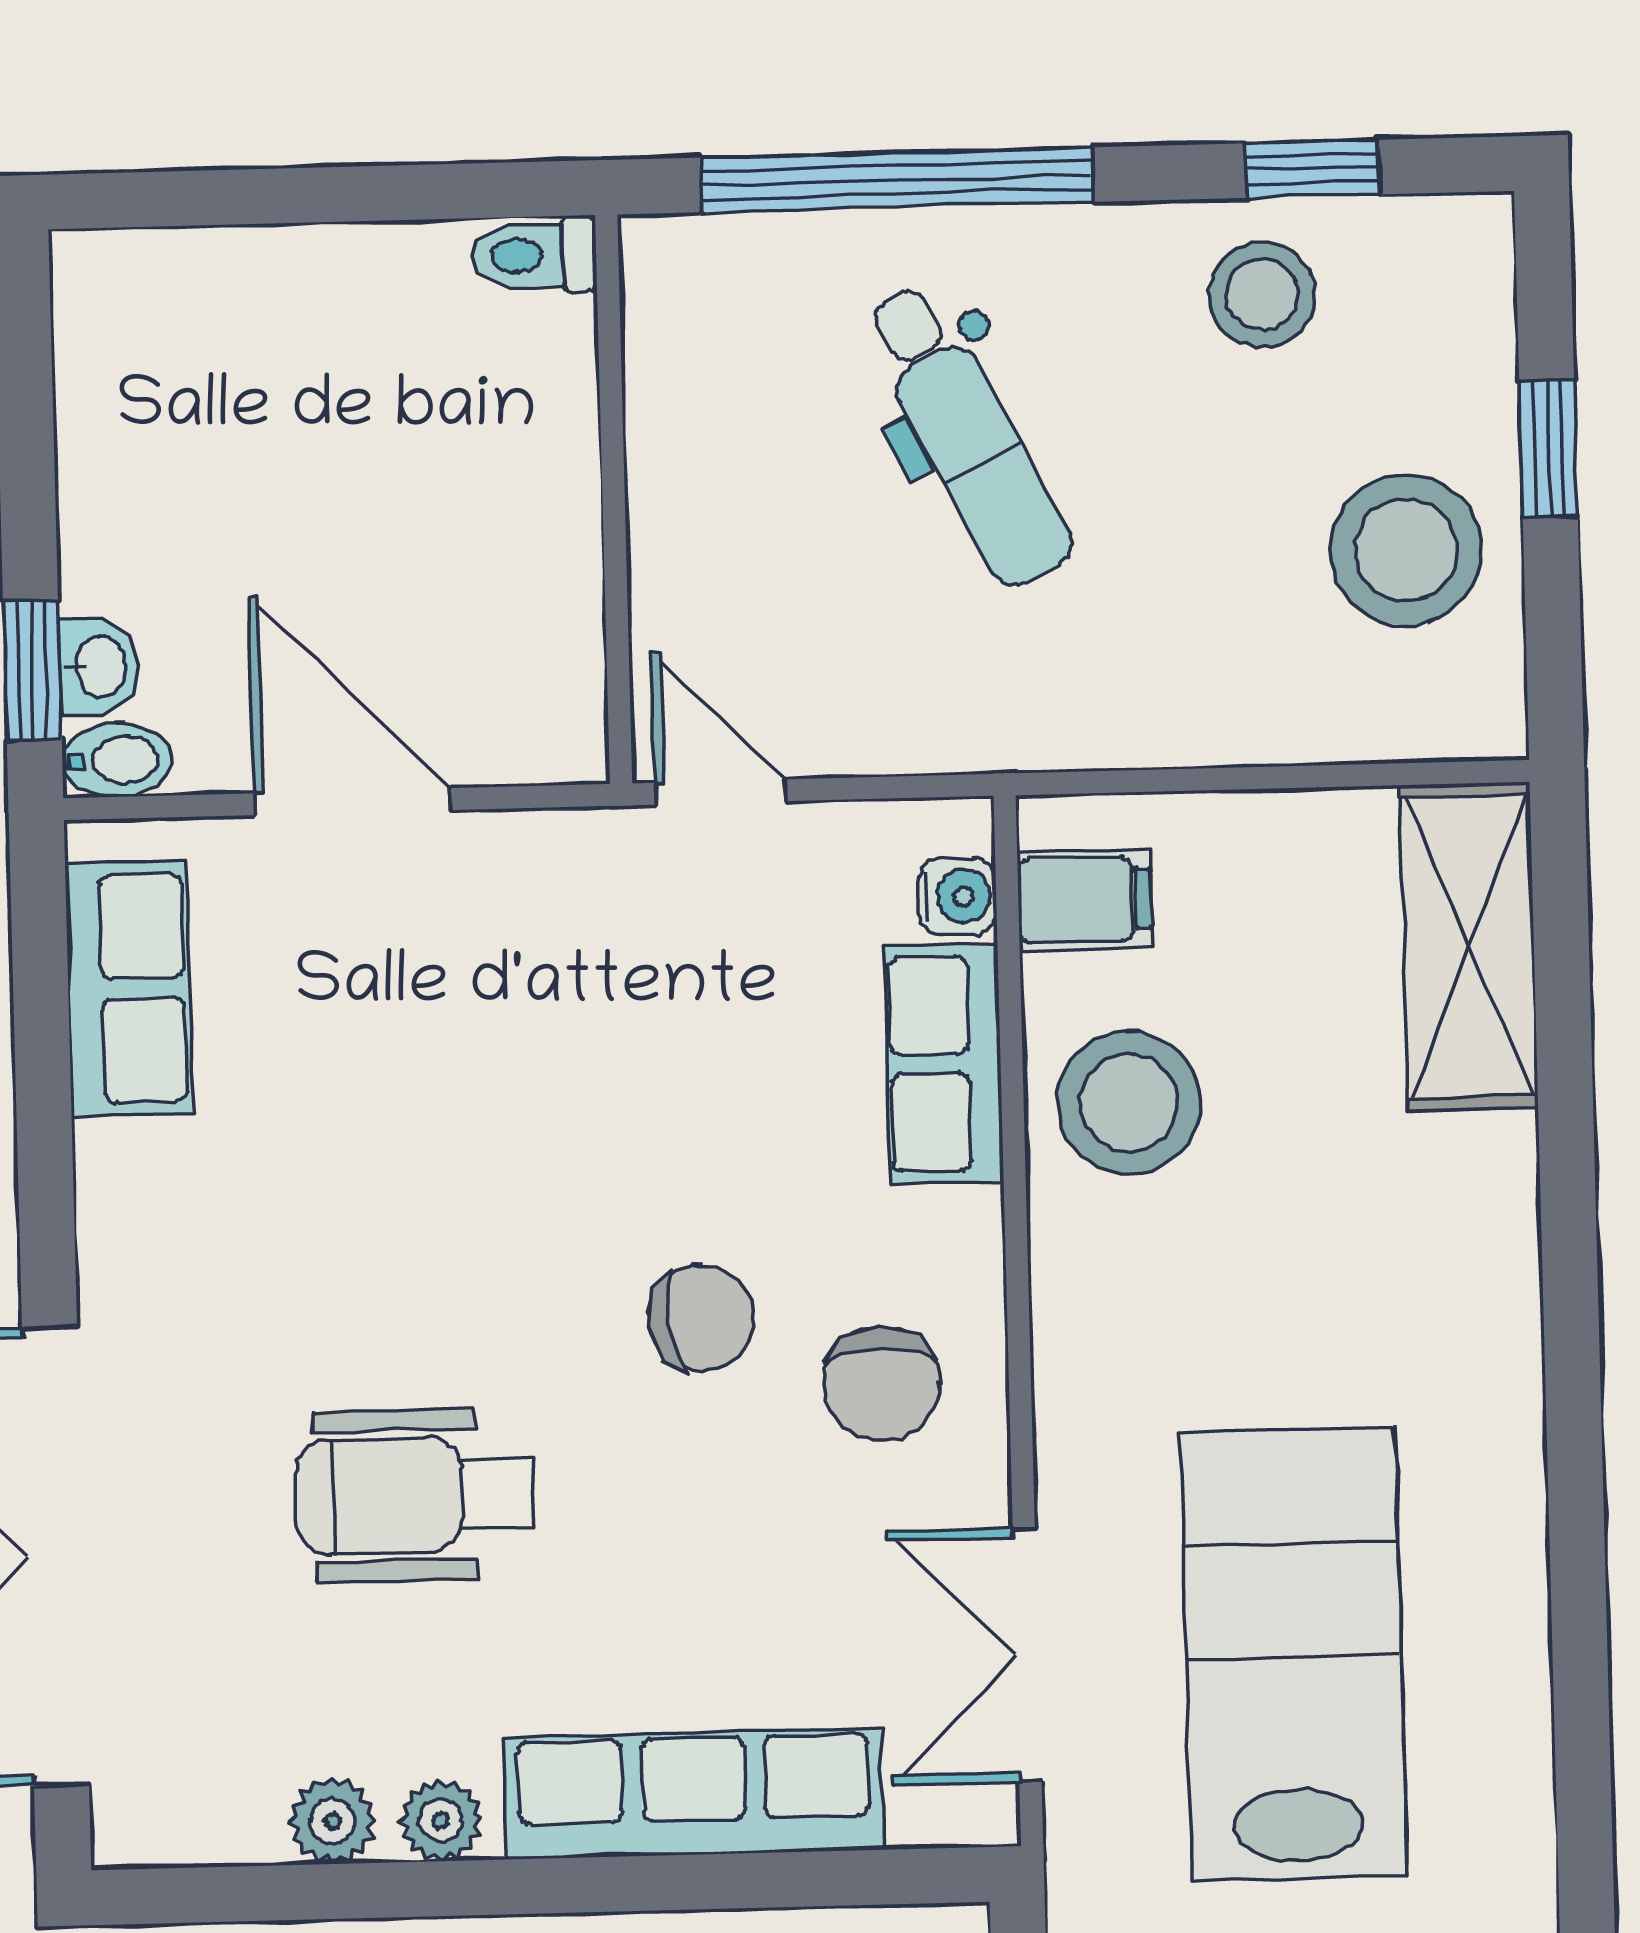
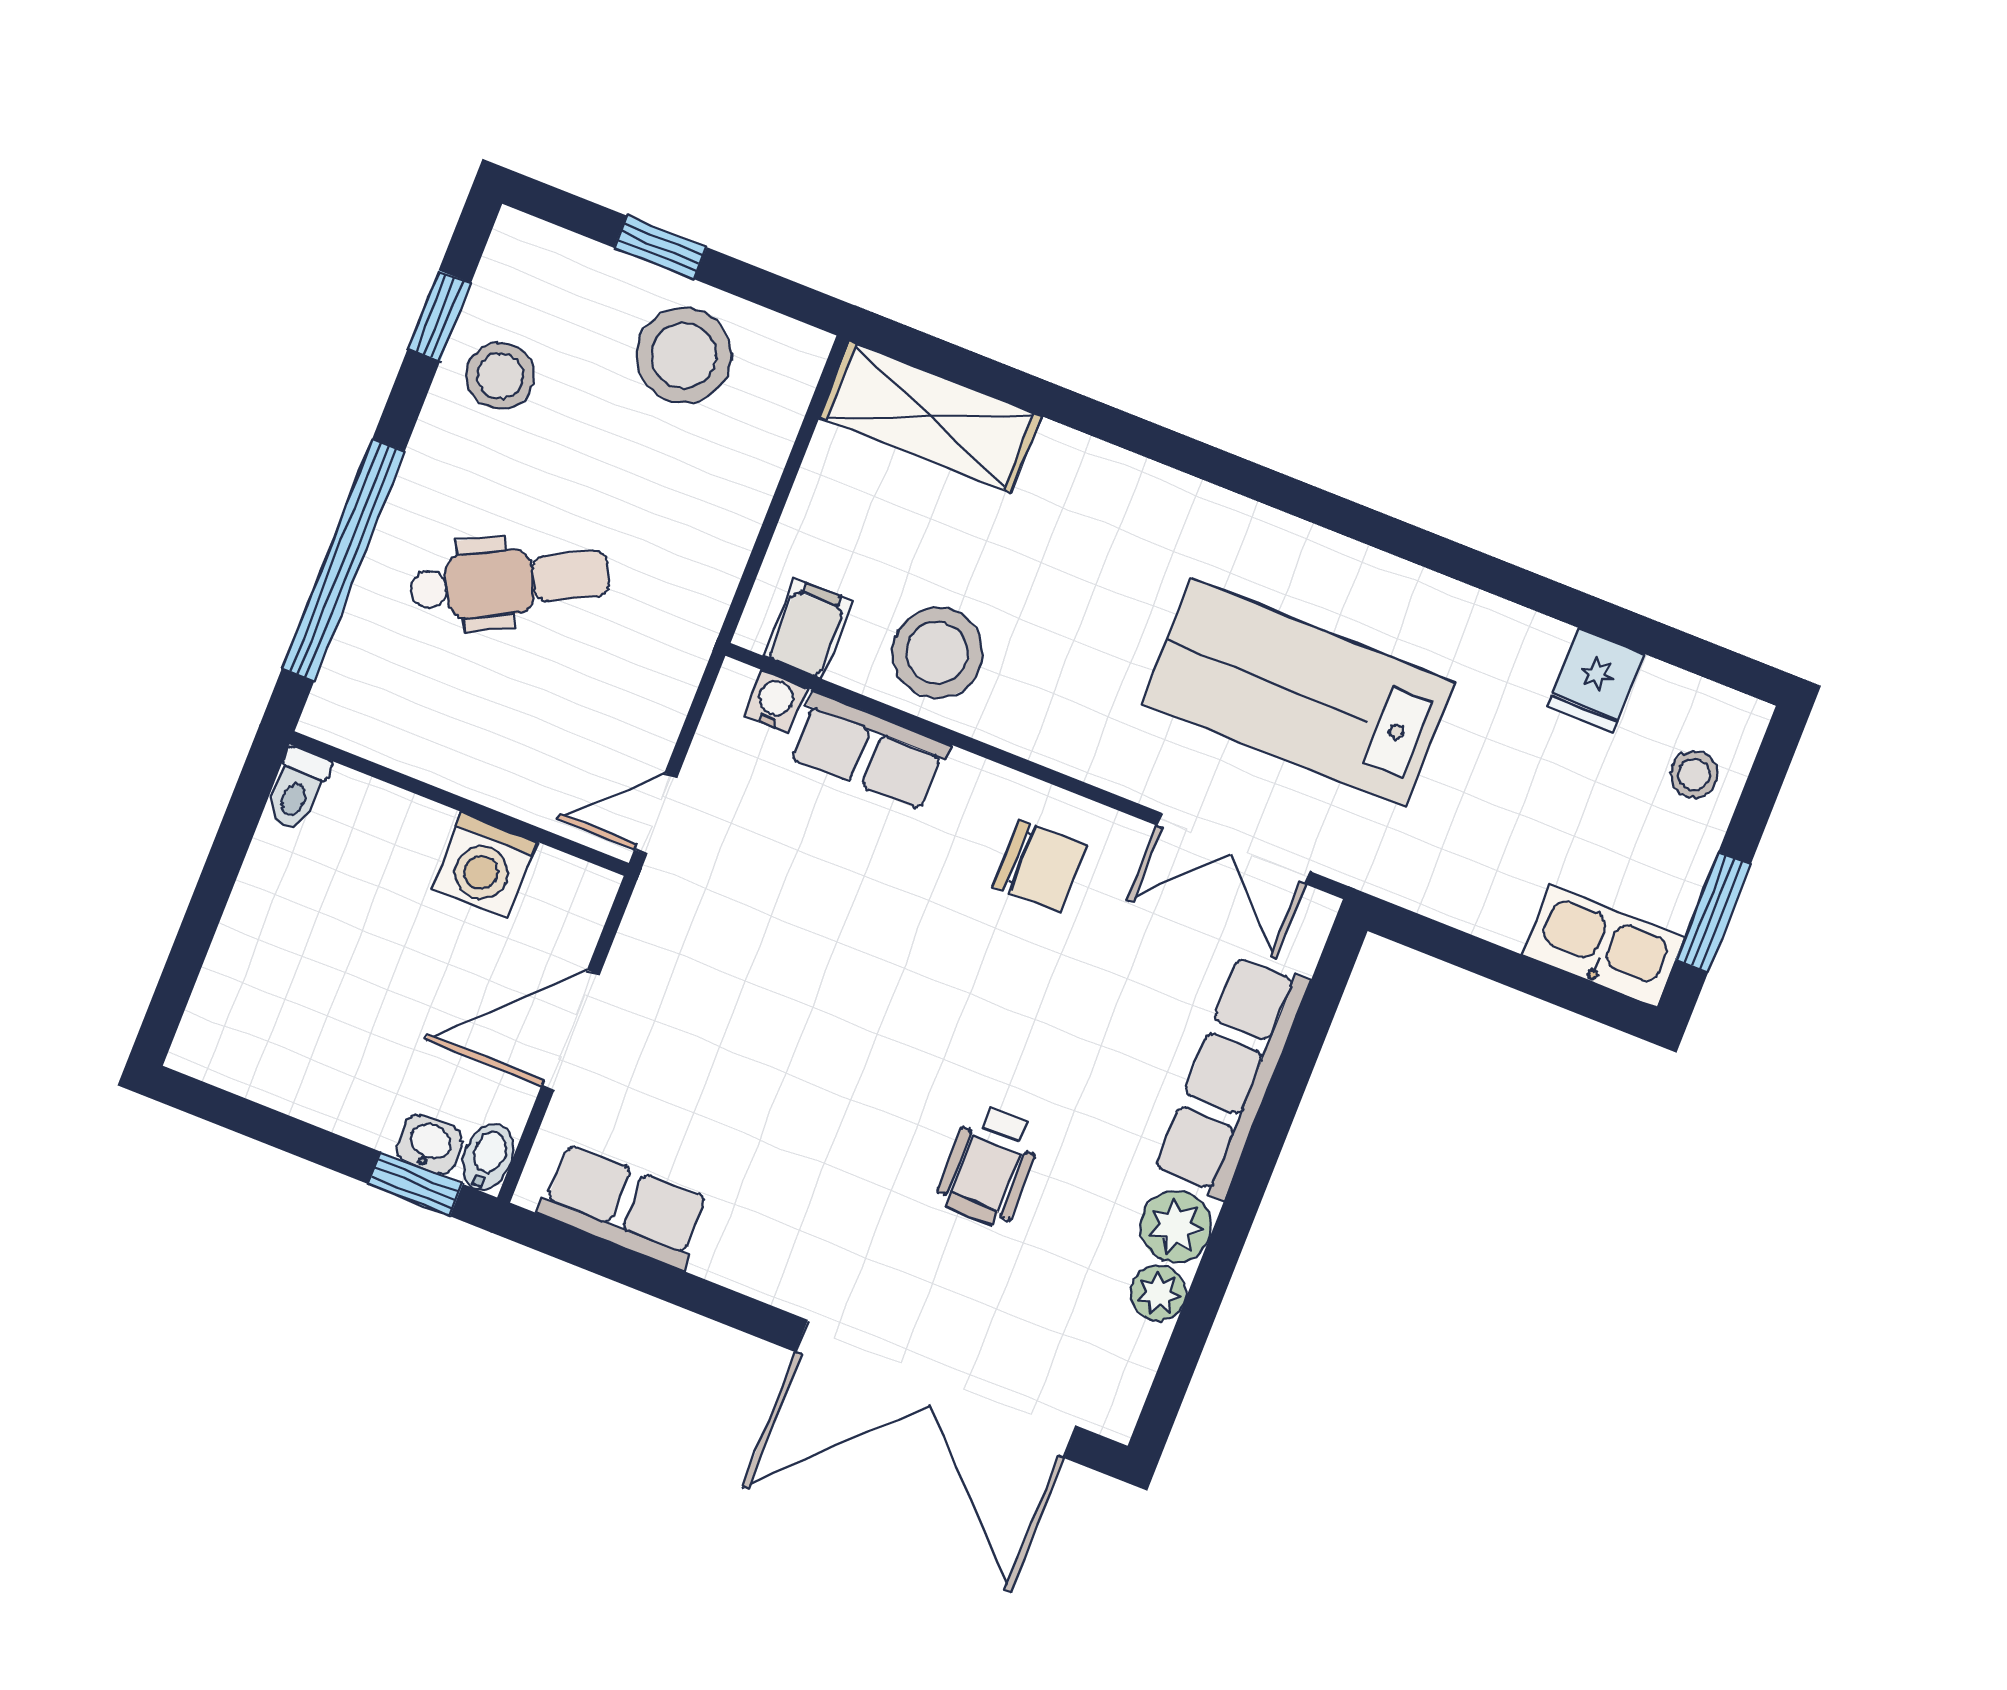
washing machine: (540, 573) -> (484, 865), added
chair: (701, 1318) -> (957, 955), removed
wheelchair: (414, 1495) -> (989, 1165), width x0.73, depth x0.73
plant: (441, 1820) -> (1176, 1227), width x1.38, depth x1.38

